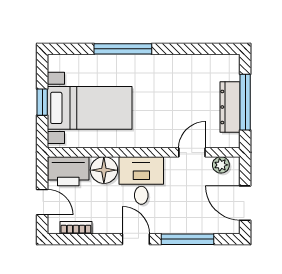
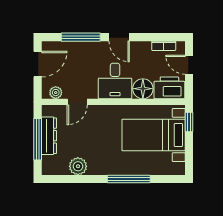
plant: (191, 66) -> (78, 166), added
window: (42, 102) -> (189, 122), moved
door: (245, 203) -> (38, 64), hinge flipped

